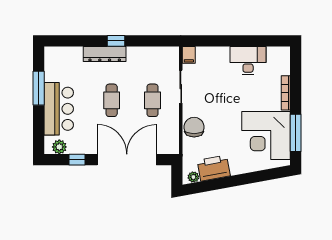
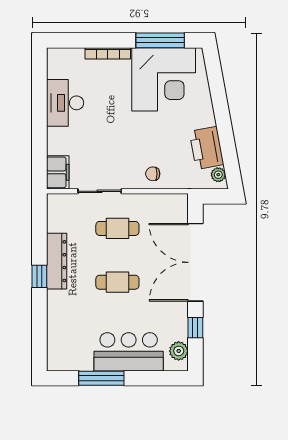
dresser: (105, 54) -> (57, 261), moved
filing cabinet: (189, 55) -> (58, 172), width x2.00
chair: (194, 127) -> (153, 174), width x0.54, depth x0.54

